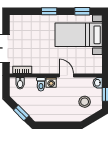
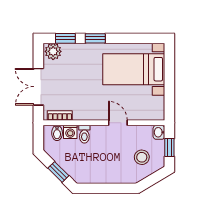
window: (82, 11) -> (65, 38), moved
plant: (17, 21) -> (53, 51), added
washing machine: (51, 82) -> (70, 132), moved

